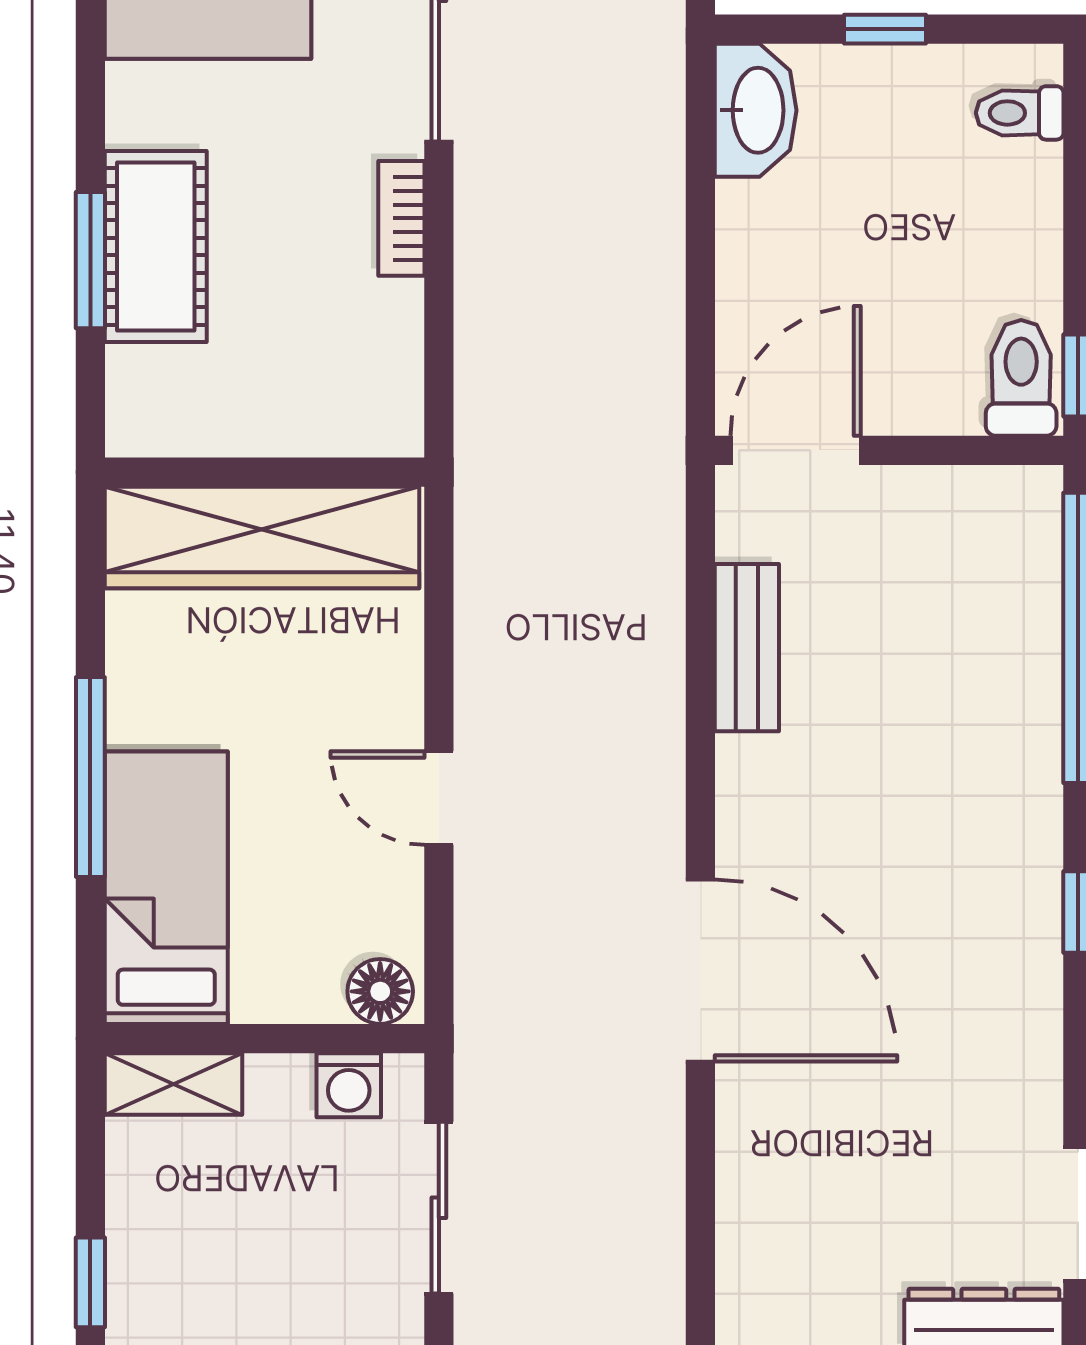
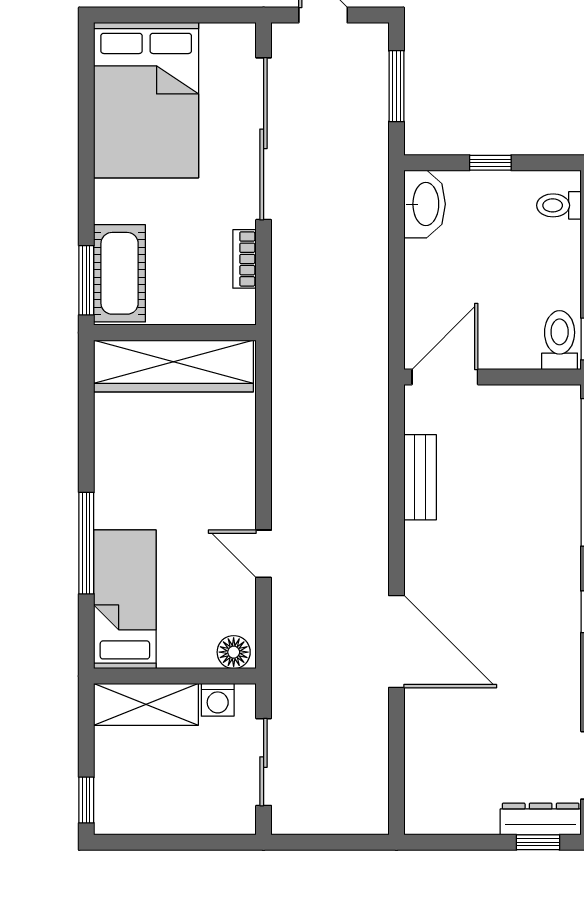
wall: (265, 472) -> (175, 333), moved
wardrobe: (262, 538) -> (174, 366), moved
shelving: (173, 1084) -> (146, 704), width x1.50, depth x1.33

